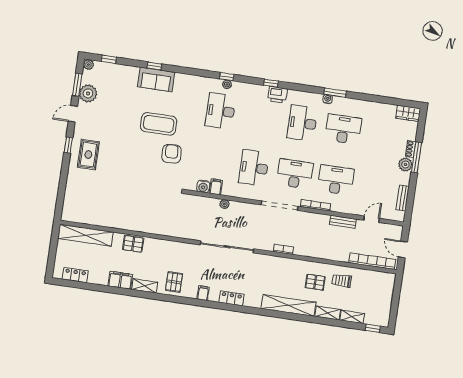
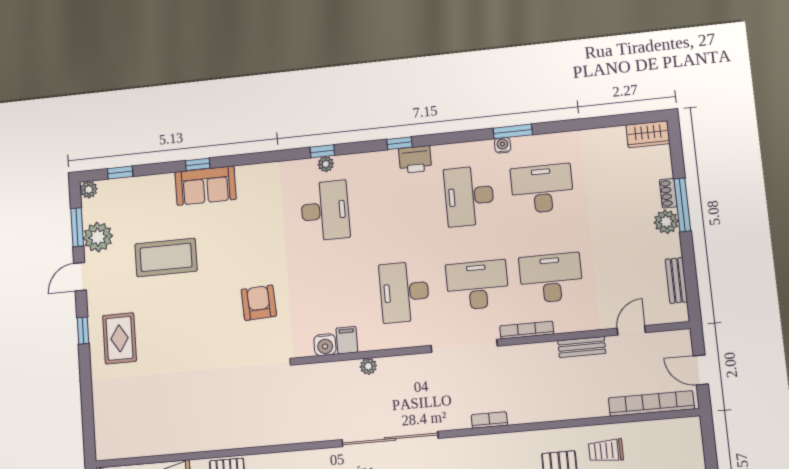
desk: (220, 111) -> (325, 211), turned 180
coffee table: (159, 124) -> (166, 257), moved

